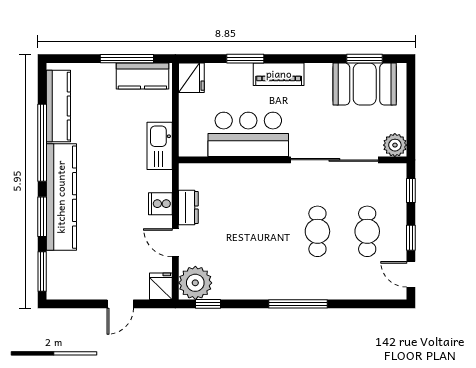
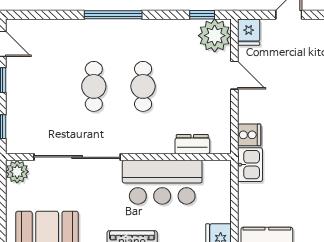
kitchen sink: (160, 146) -> (250, 165), width x0.73
cooker: (160, 204) -> (249, 135), moved
dresser: (188, 207) -> (192, 144), moved, turned 90
cafe table: (367, 231) -> (143, 86), moved

